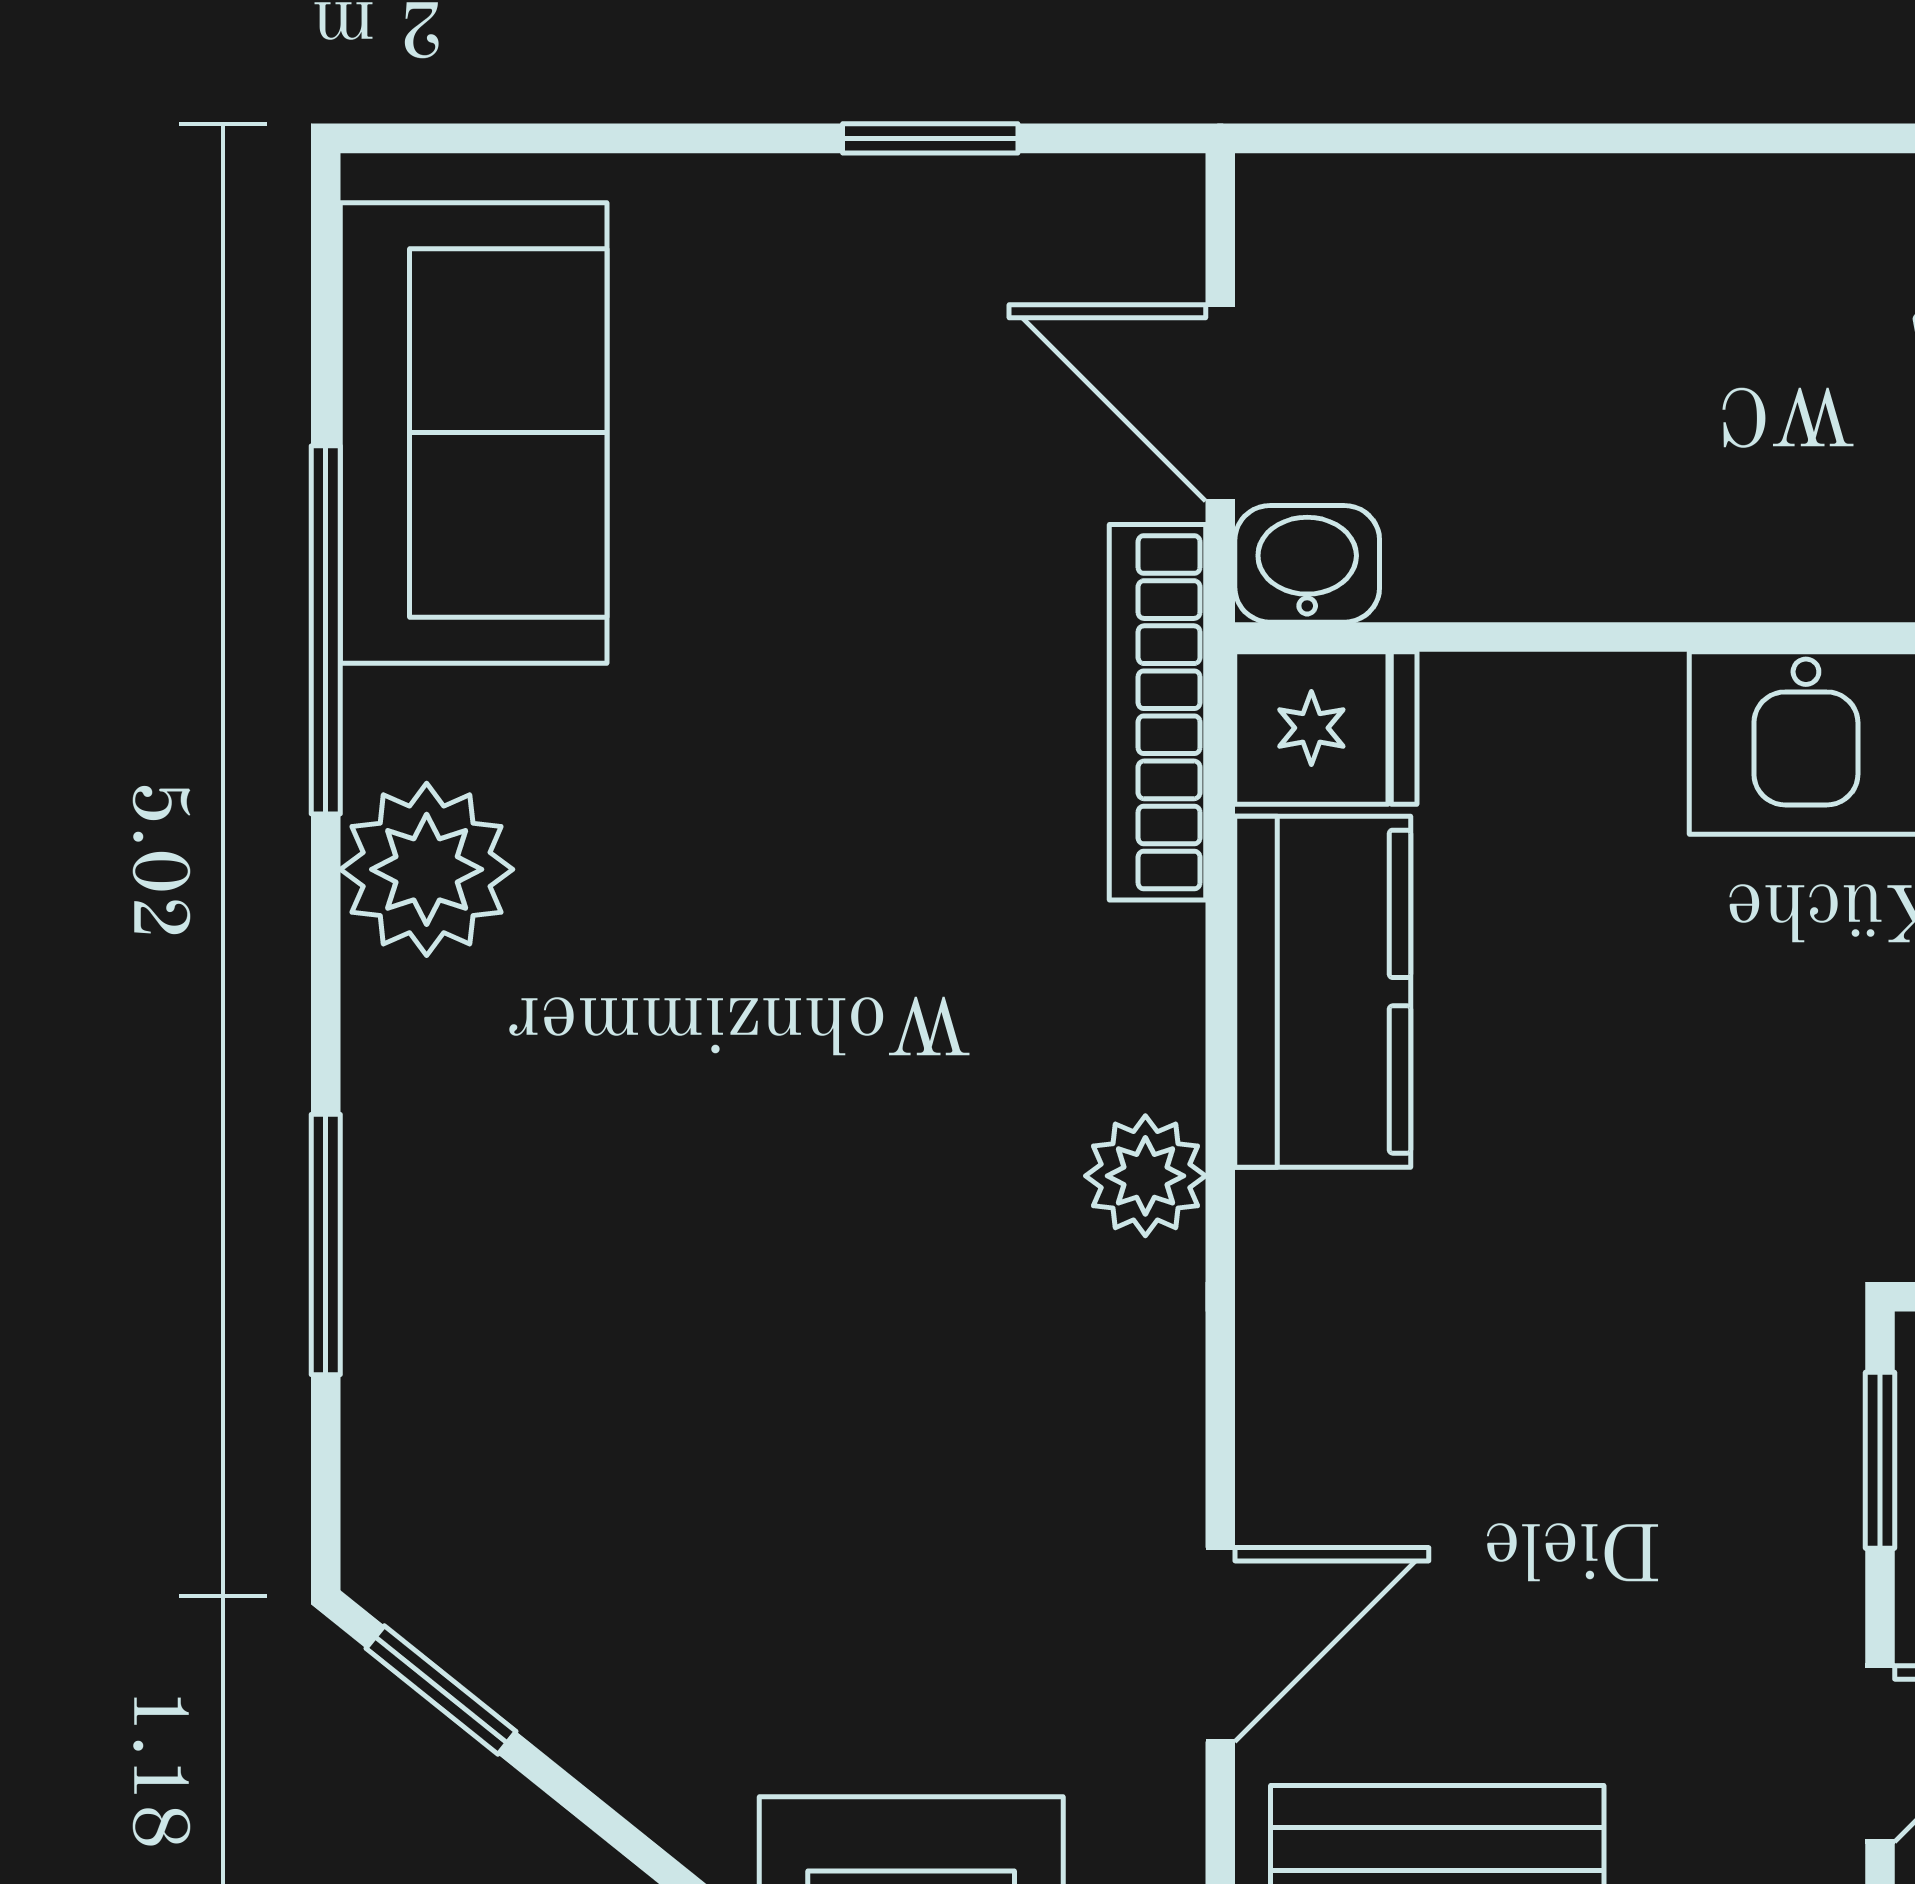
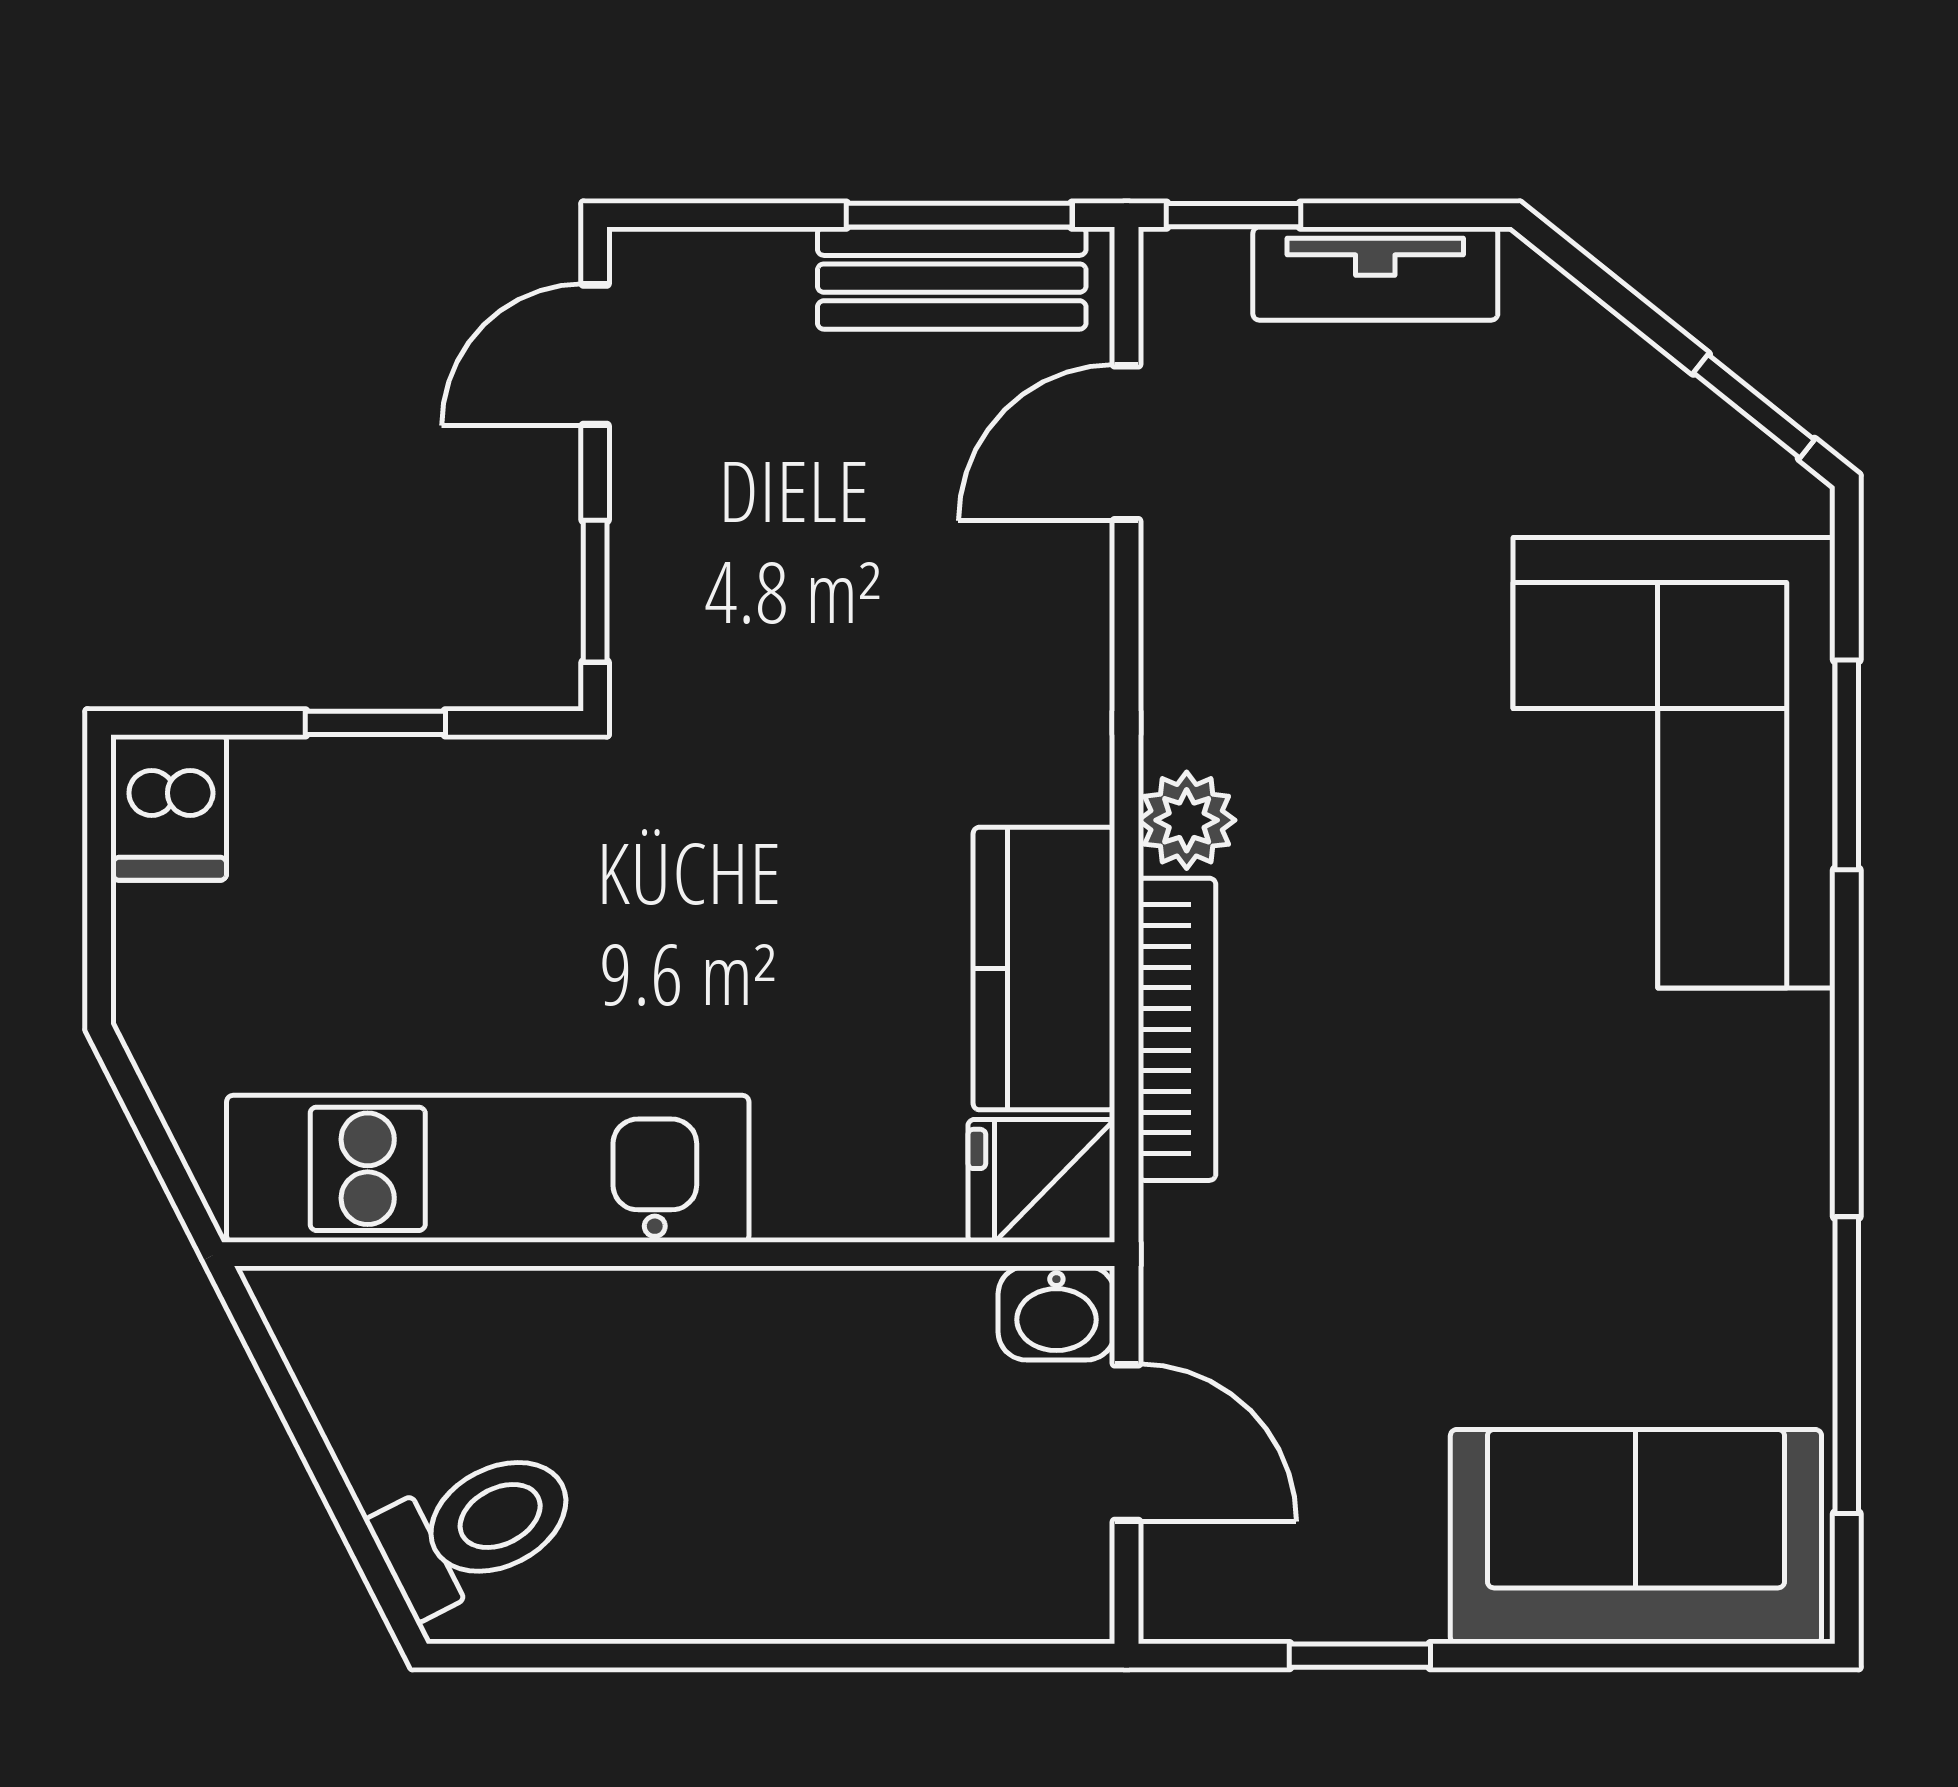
sofa: (474, 433) -> (1636, 1537), moved, turned 90
window: (326, 630) -> (1847, 1365), moved
bookcase: (1157, 712) -> (1177, 1029), moved
plant: (427, 869) -> (1766, 1067), removed
corner sofa: (540, 1247) -> (1674, 763), added

